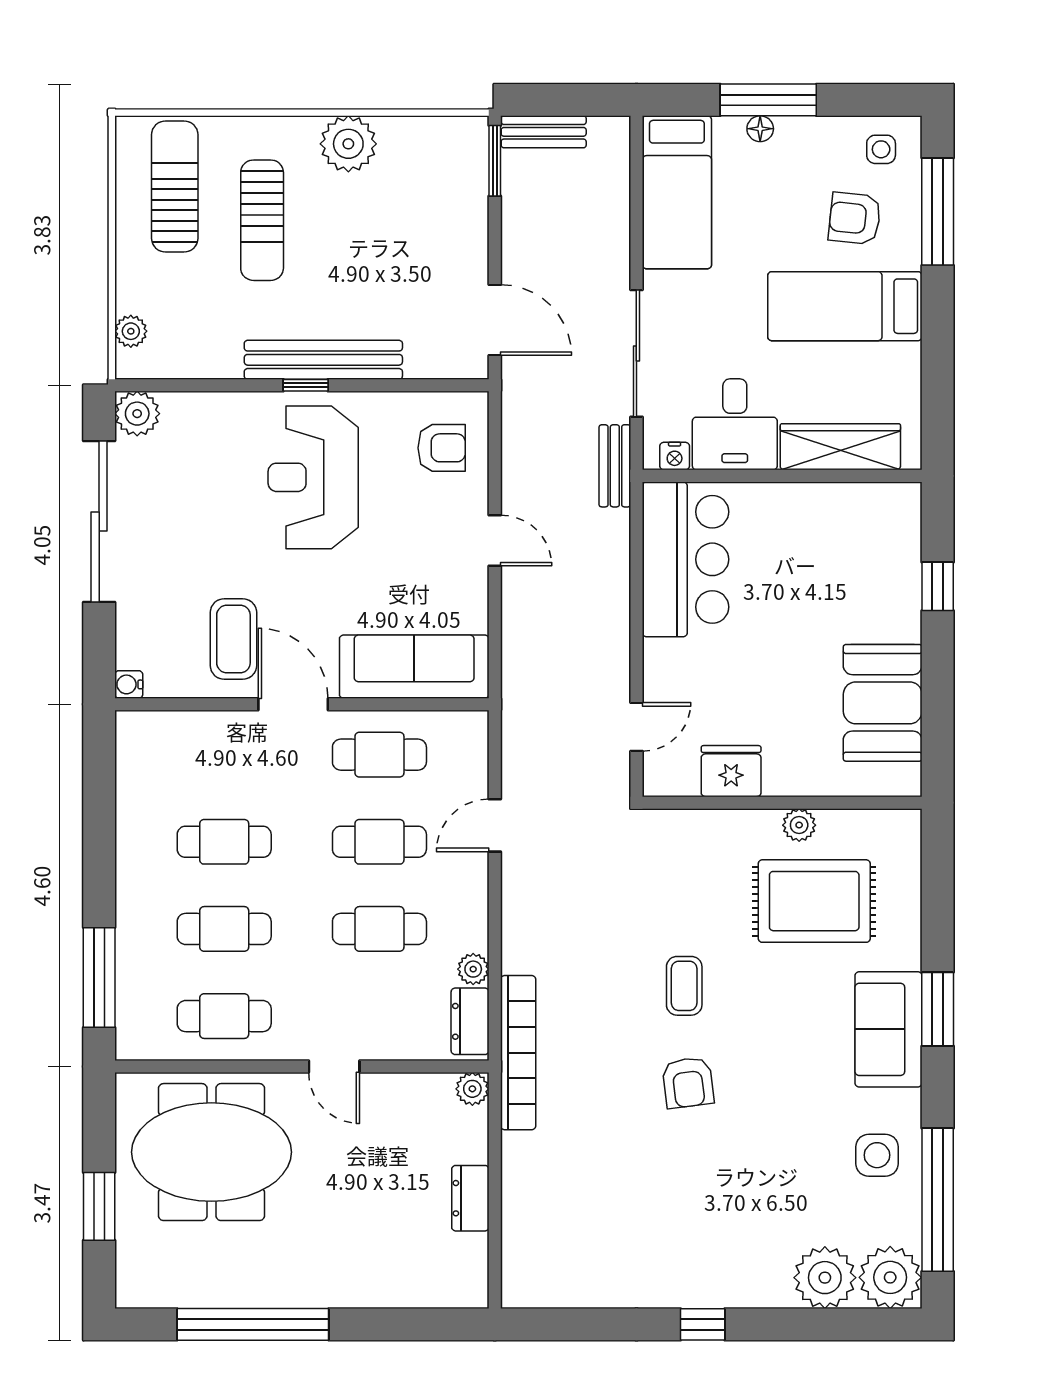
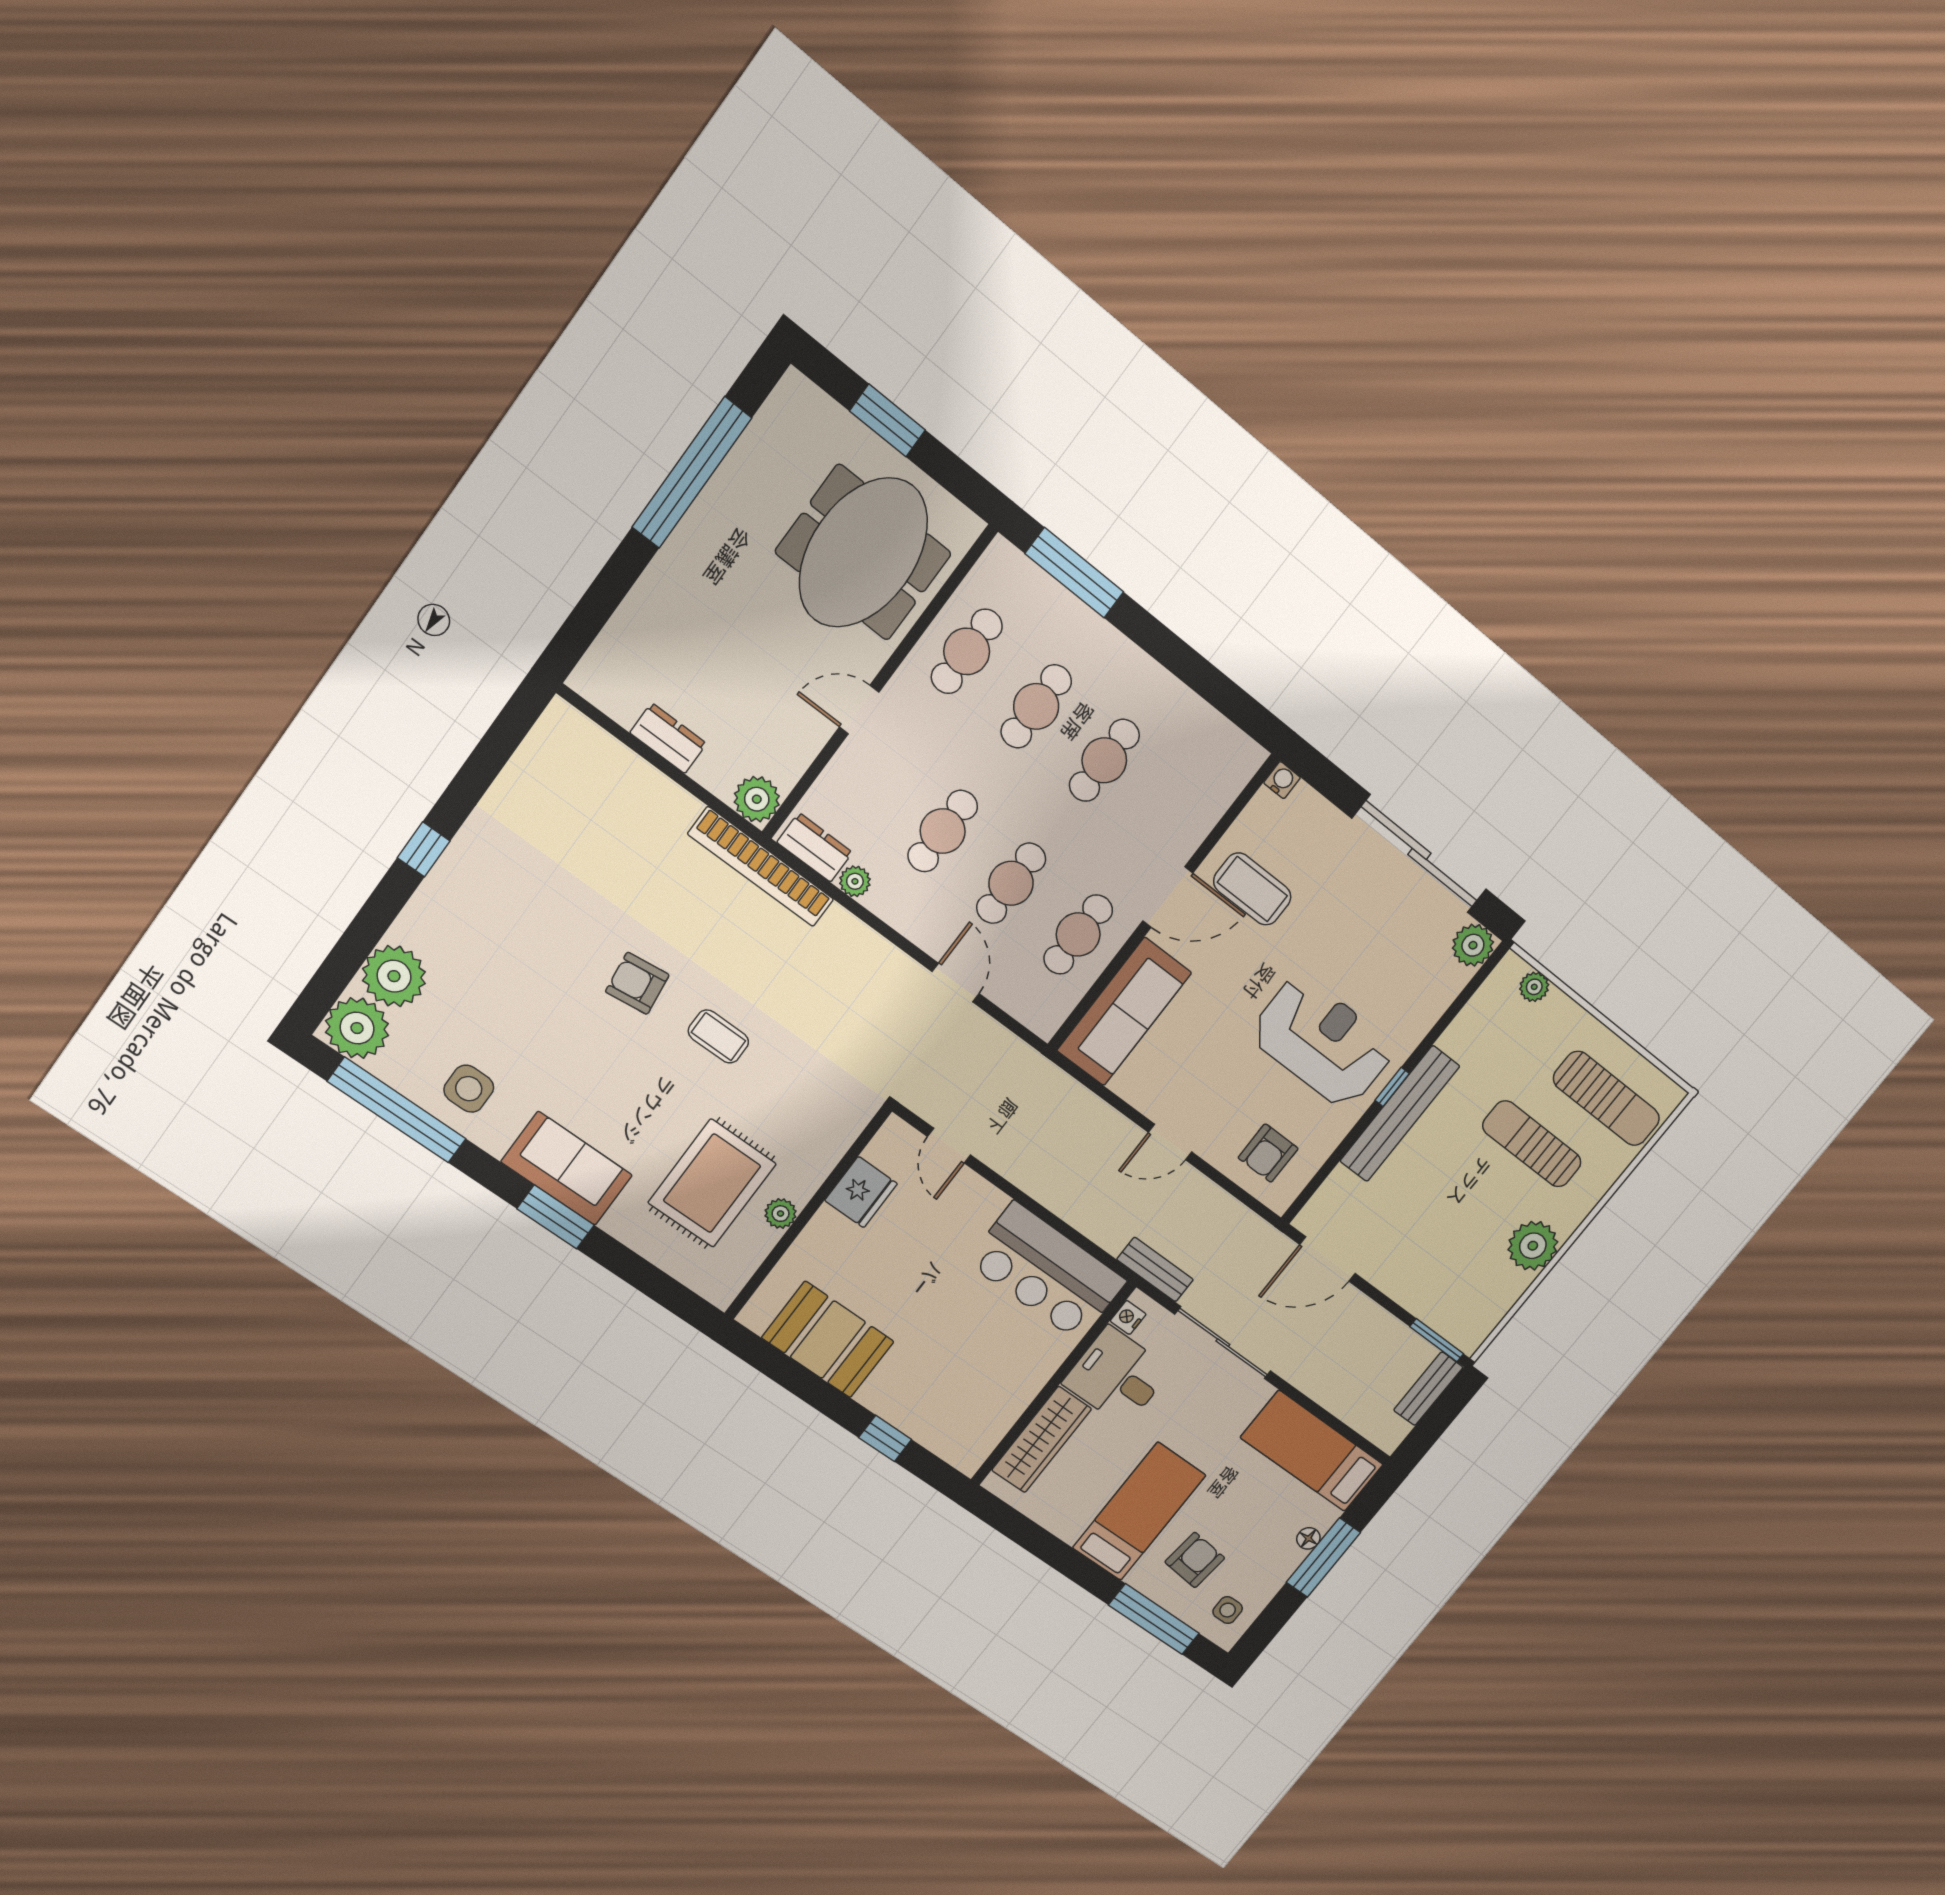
plant: (472, 1089) -> (757, 799), width x1.38, depth x1.38

